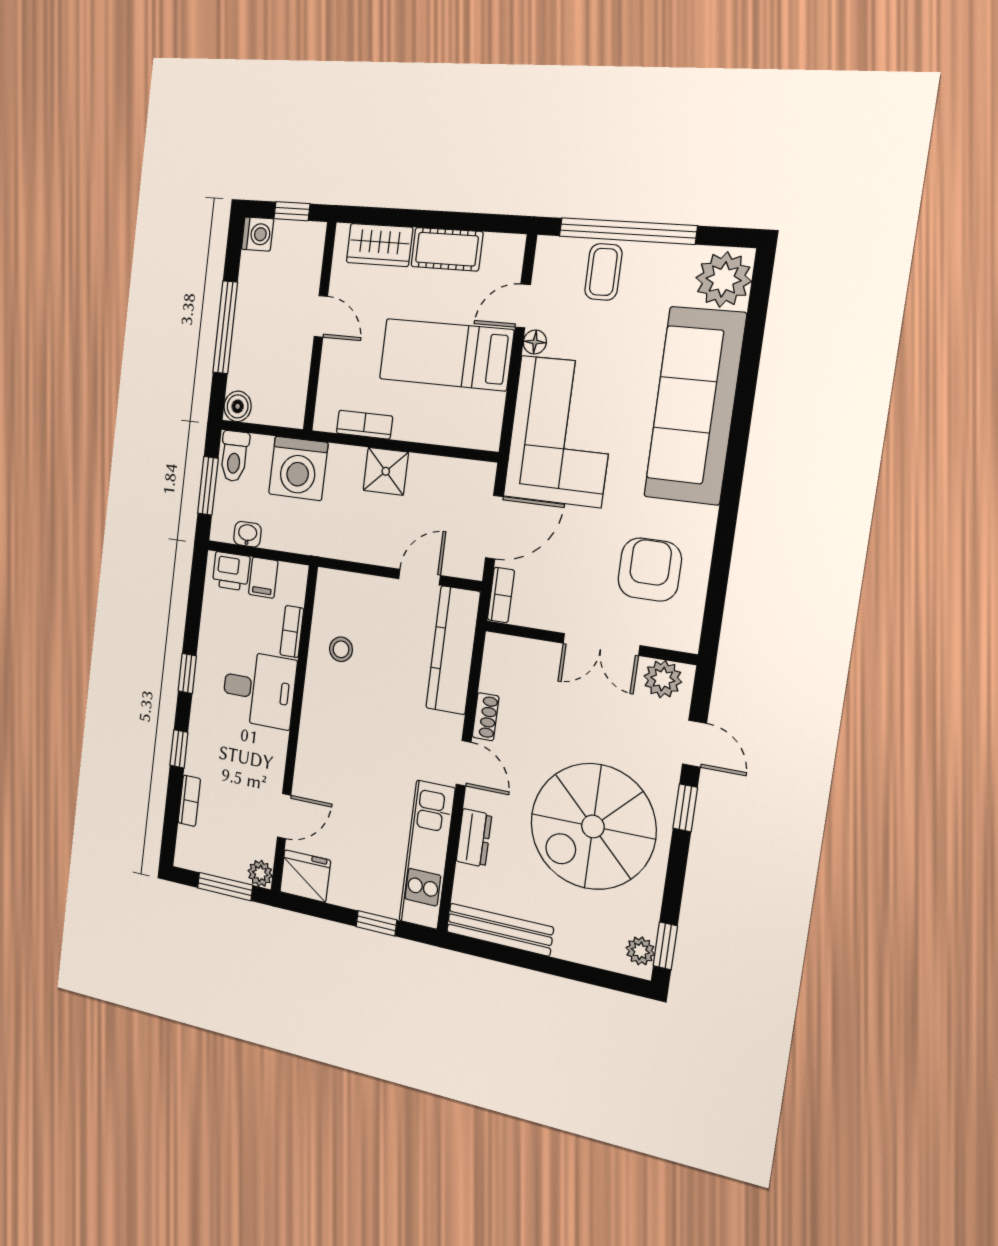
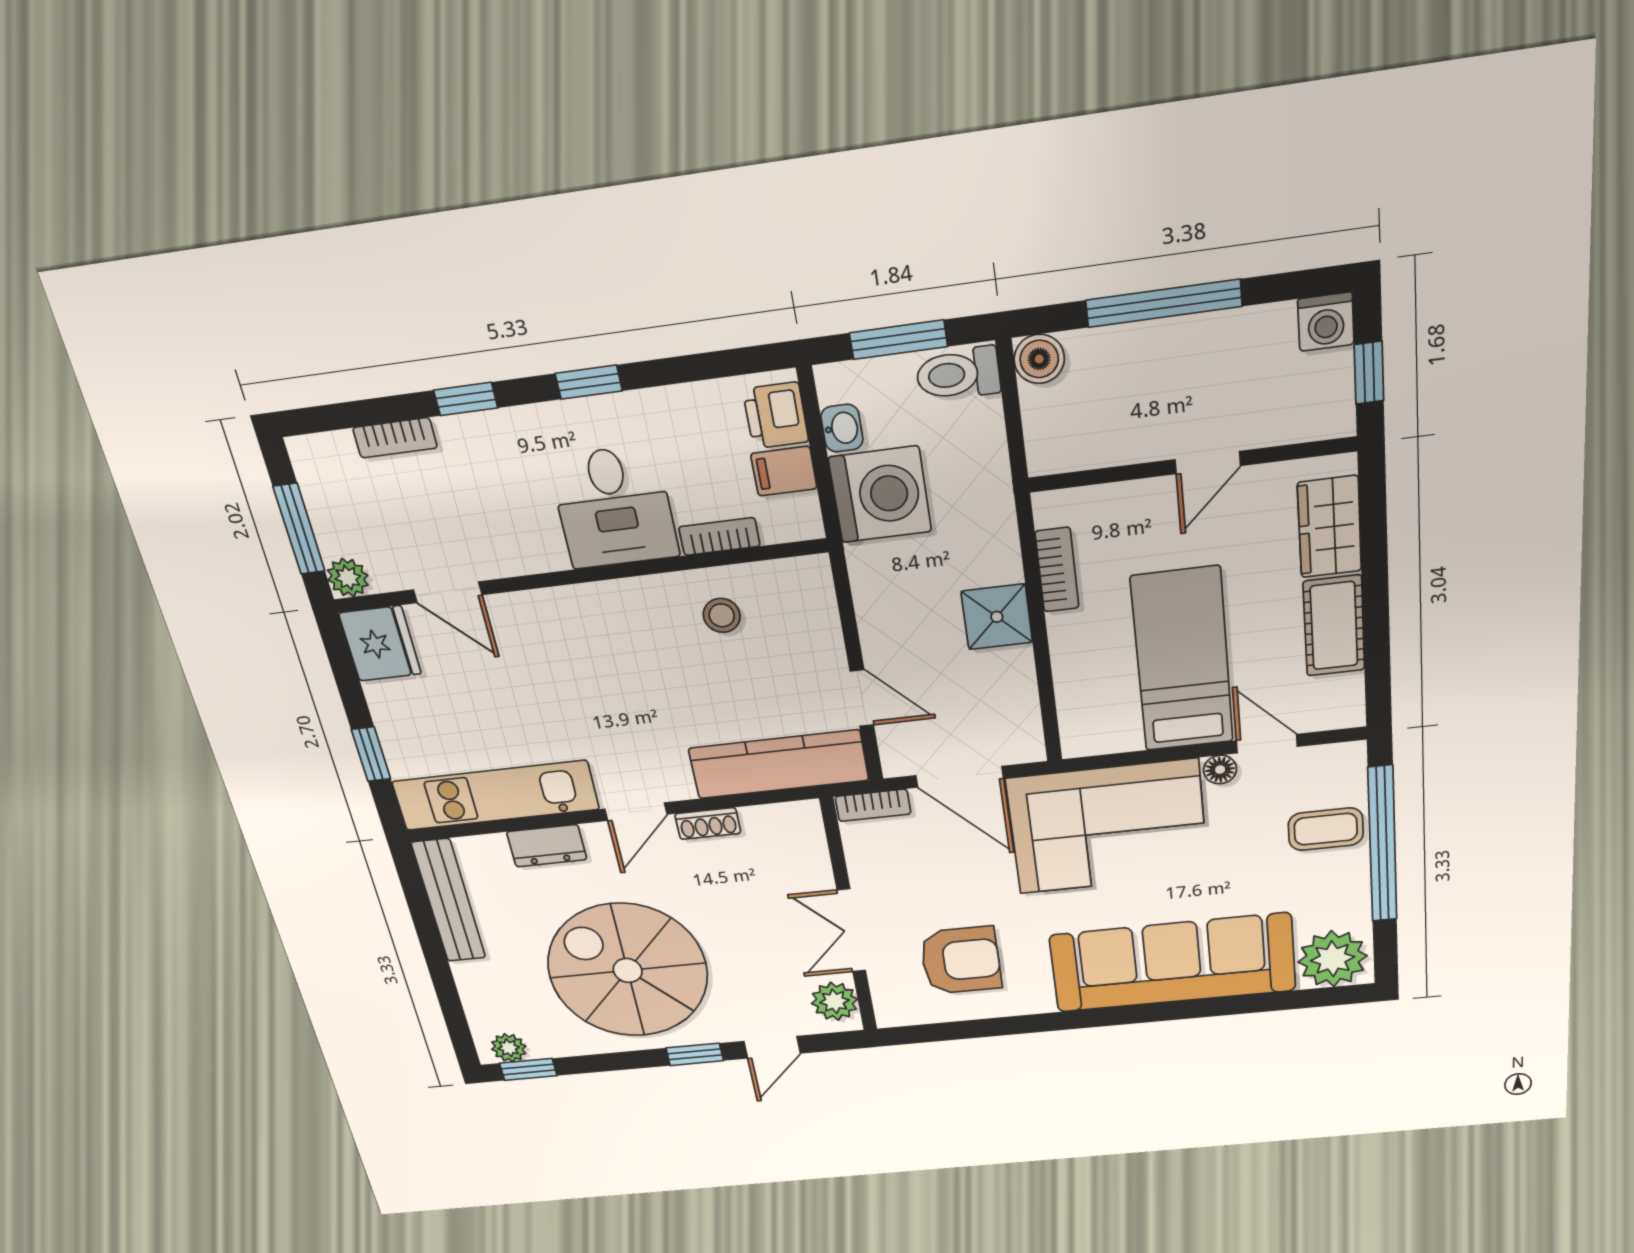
washing machine: (298, 468) -> (880, 495), moved, turned 180

